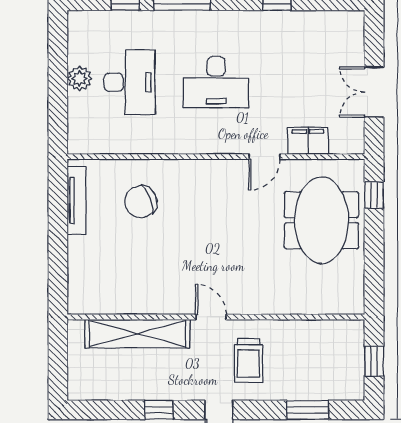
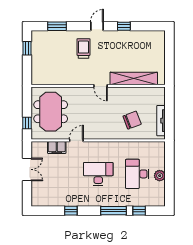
door: (211, 317) -> (100, 86), moved
wall: (216, 317) -> (98, 86), moved
shelving: (137, 334) -> (134, 78), moved

